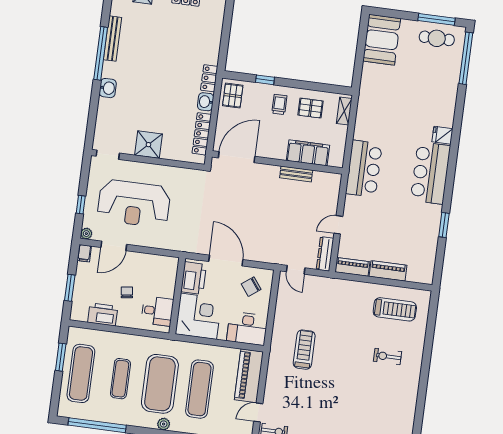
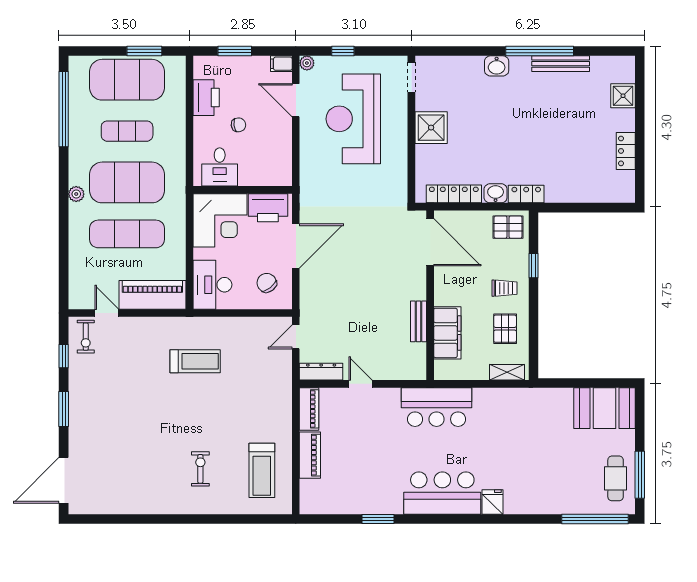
exercise mat: (81, 373) -> (127, 80), width x1.47

